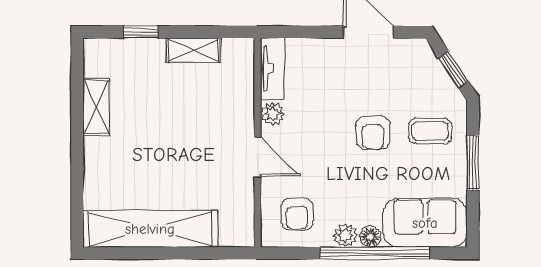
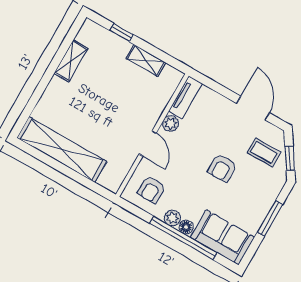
coffee table: (430, 131) -> (264, 152), moved

